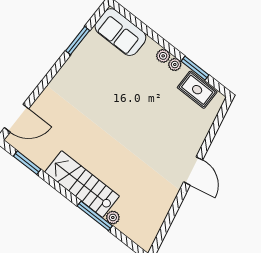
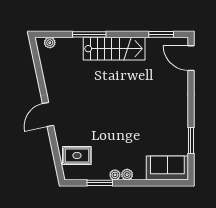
rug: (197, 90) -> (77, 155), moved
door: (17, 118) -> (191, 58), hinge flipped
door: (193, 171) -> (48, 115), hinge flipped
plant: (113, 217) -> (50, 43), moved

